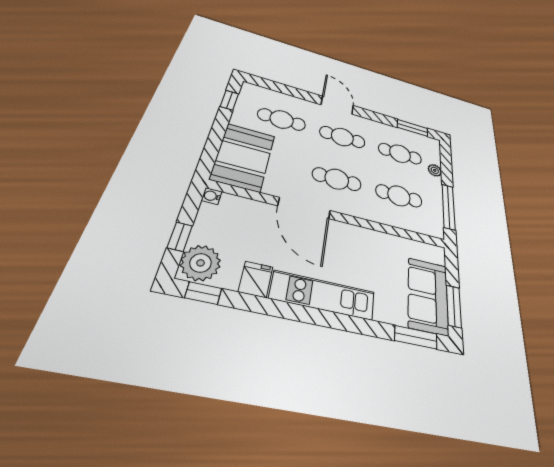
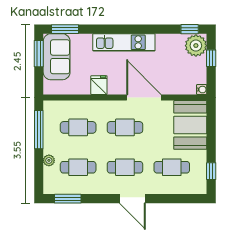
fridge: (256, 279) -> (99, 85), moved, turned 180

